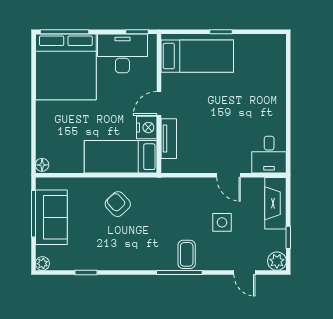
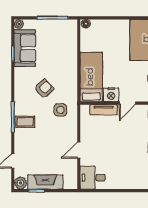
door: (159, 103) -> (127, 103), swing flipped
fireplace: (276, 203) -> (45, 182), moved
armchair: (118, 204) -> (44, 89), moved
sofa: (51, 217) -> (25, 48), moved, turned -90
side table: (222, 222) -> (60, 110), moved

